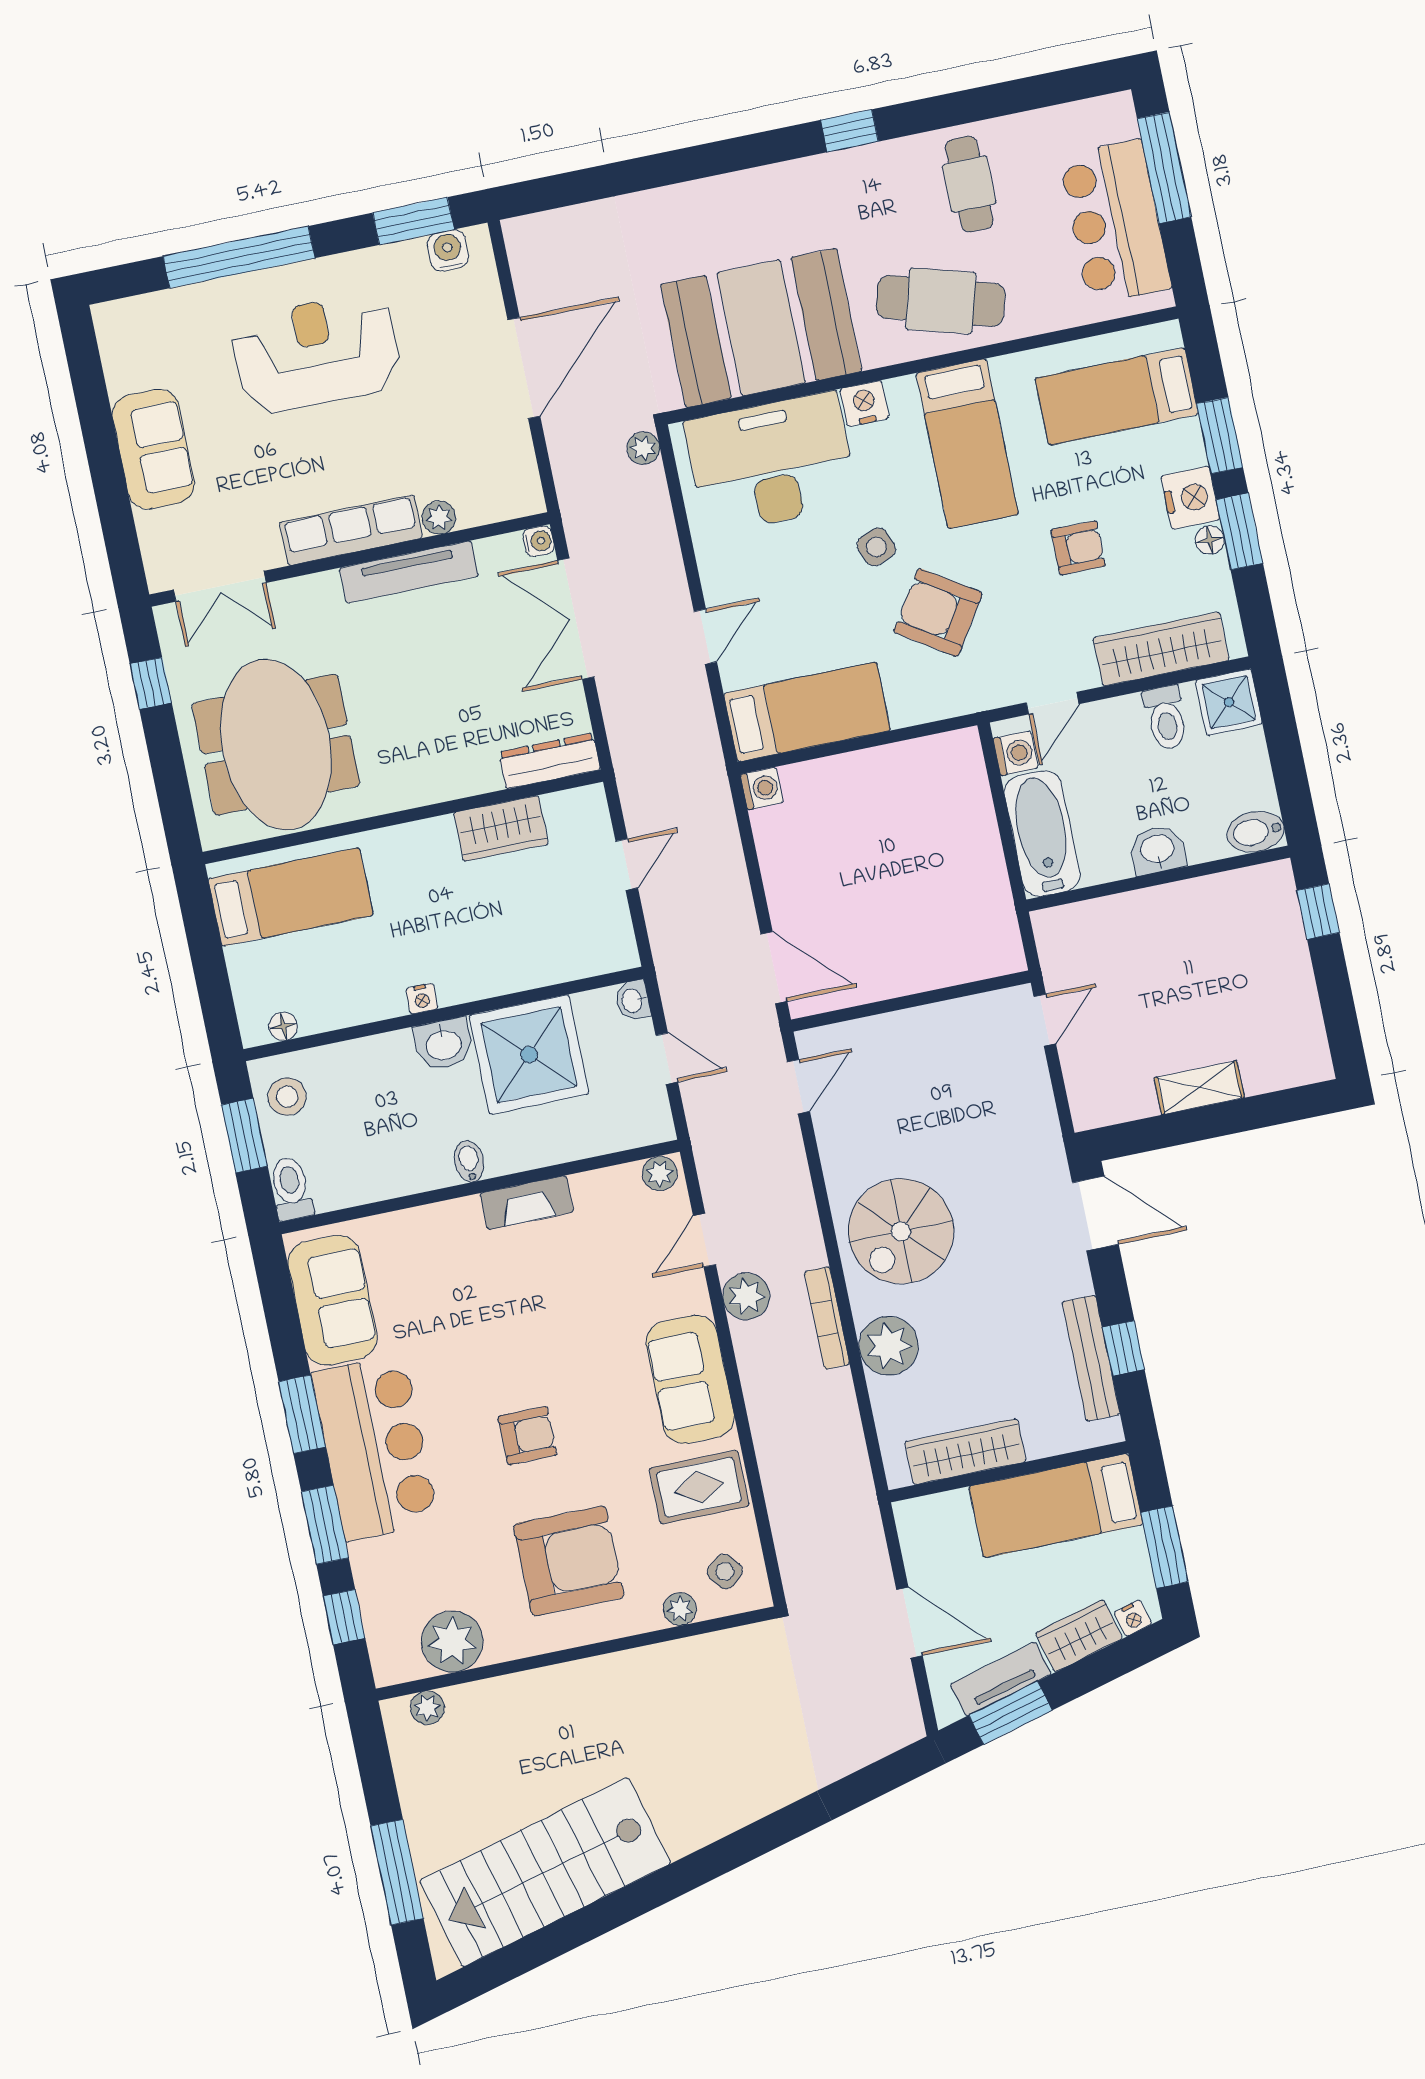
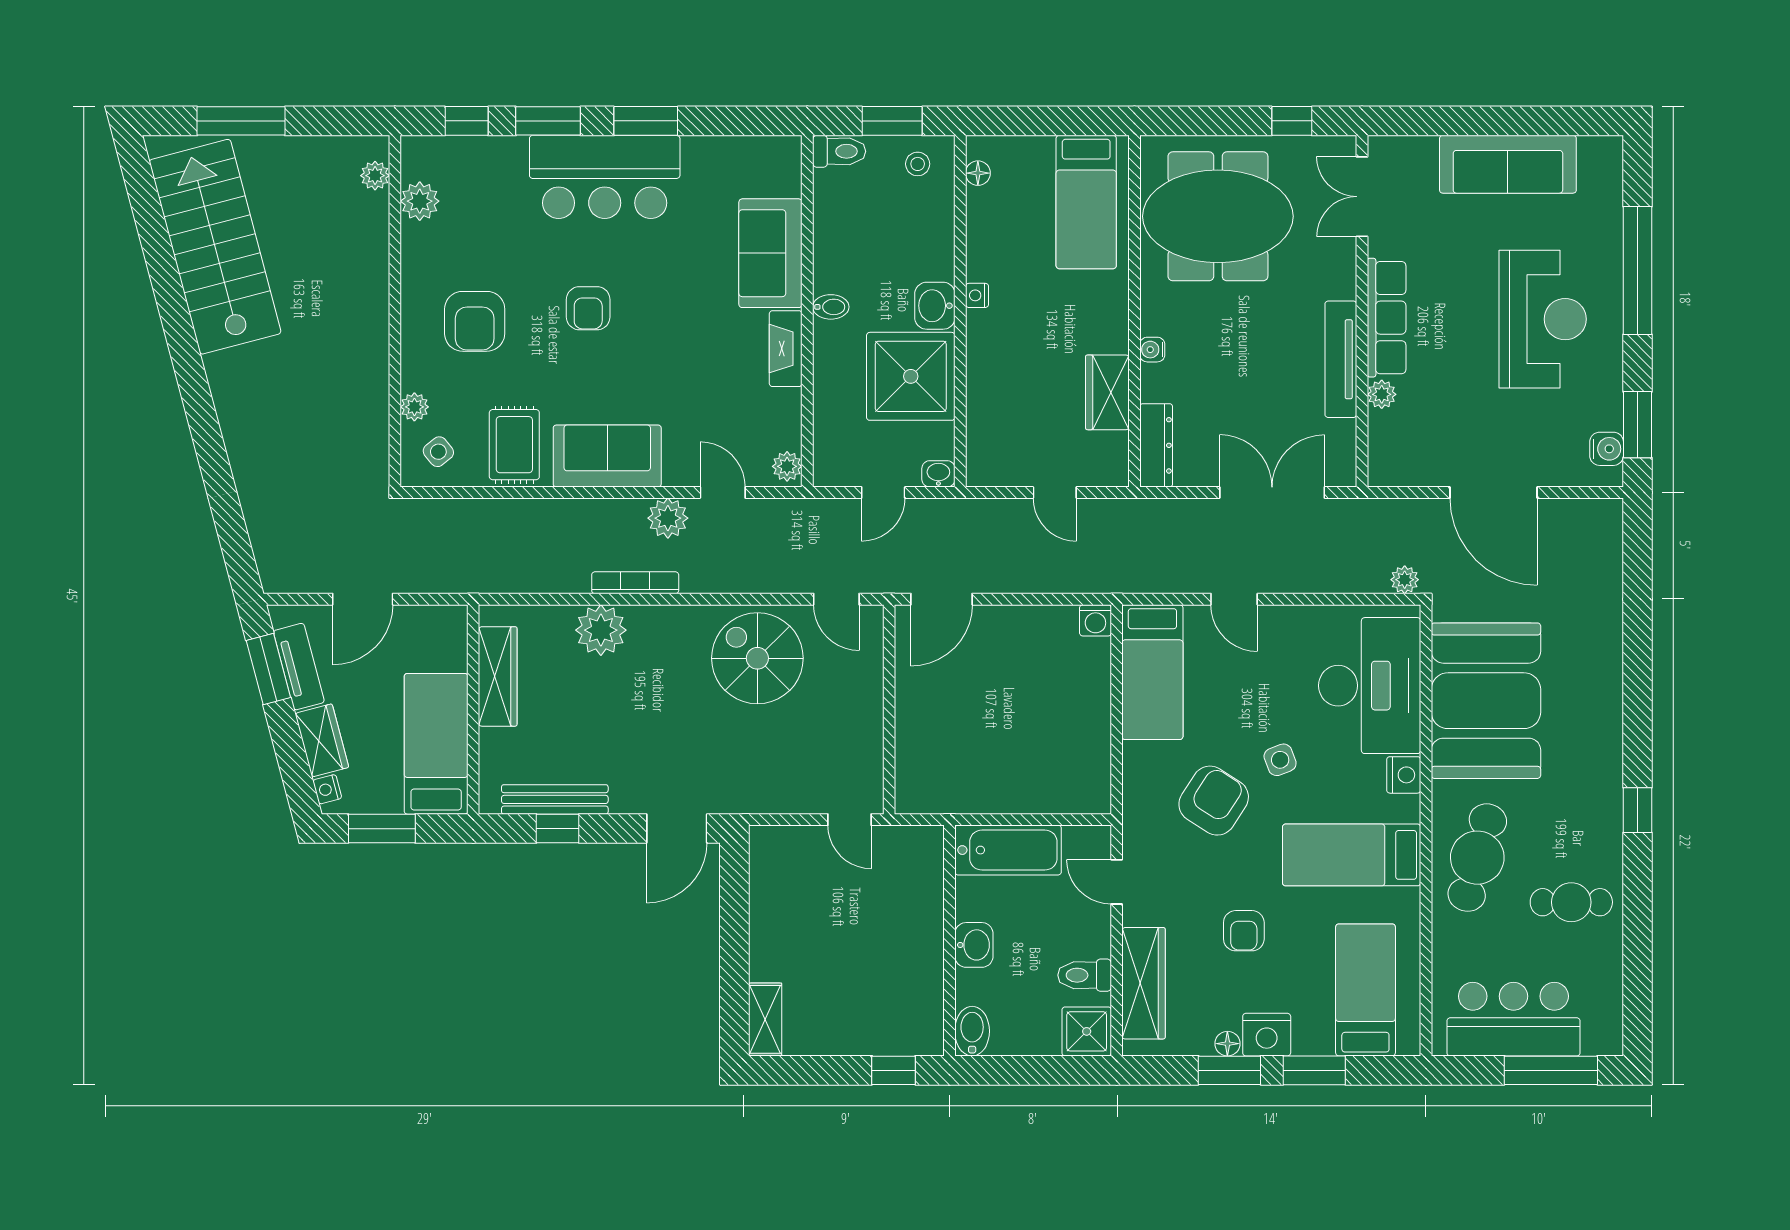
sofa: (153, 449) -> (1508, 164), width x1.36
water cooler: (539, 541) -> (1152, 350), moved, turned 90
washing machine: (1016, 753) -> (1081, 842), removed
shelving: (1199, 1088) -> (765, 1019), moved
stool: (287, 1097) -> (918, 164), width x0.73, depth x0.73
spiral stairs: (901, 1231) -> (757, 658), moved
sofa: (332, 1300) -> (770, 253), moved, turned 90
armchair: (569, 1561) -> (475, 321), width x0.73, depth x0.73
plant: (452, 1642) -> (420, 201), width x0.73, depth x0.73

